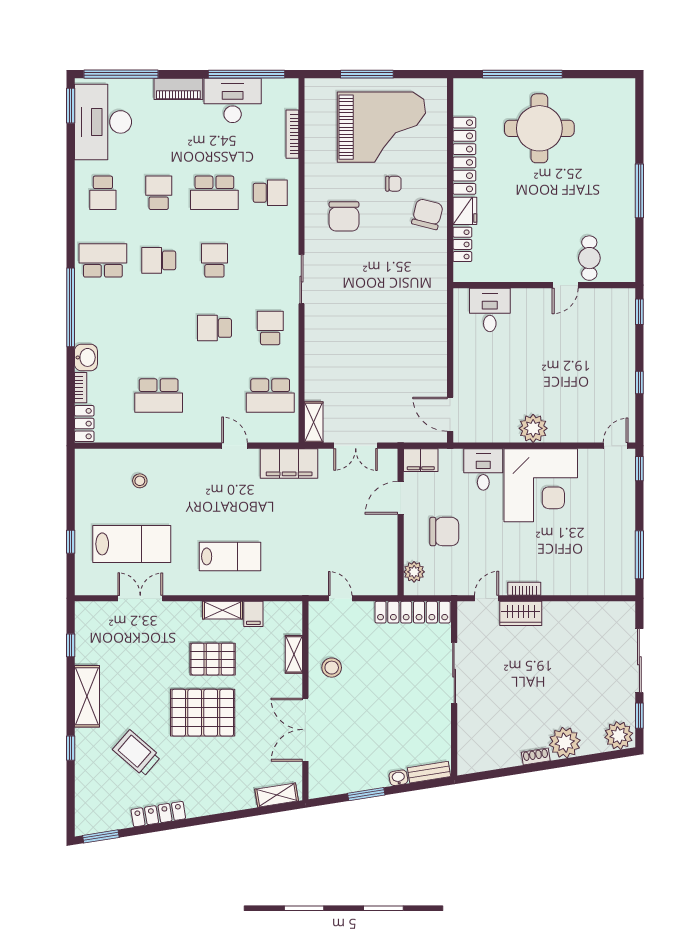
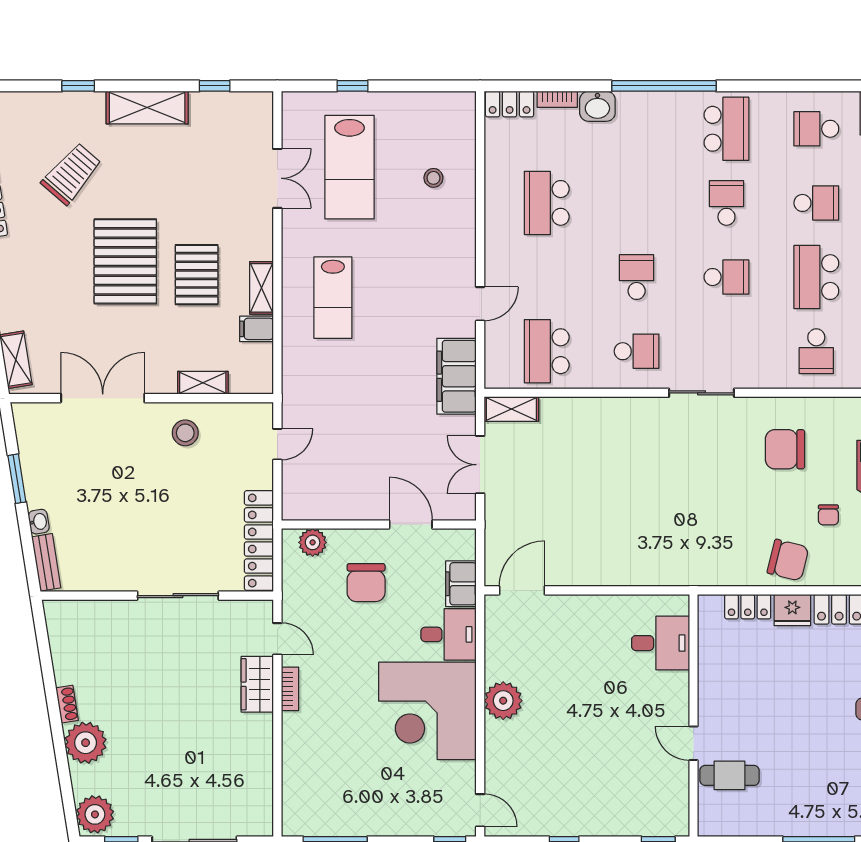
filing cabinet: (421, 460) -> (461, 584), moved

